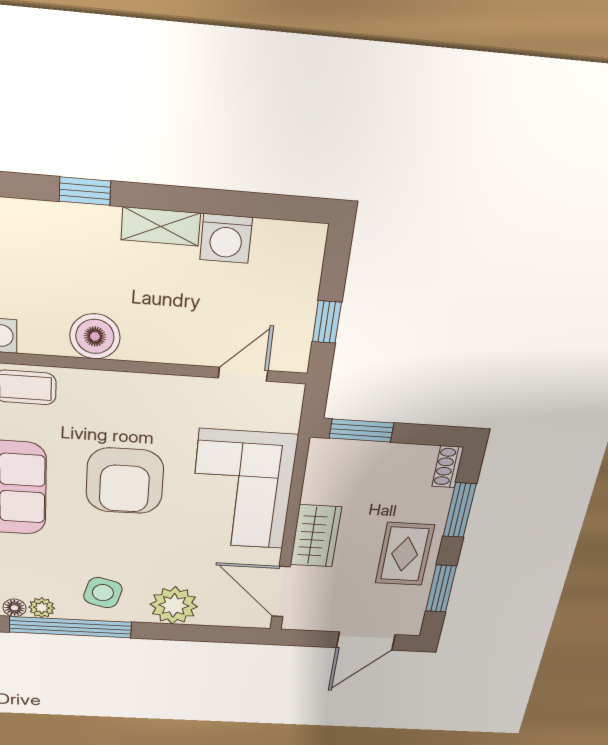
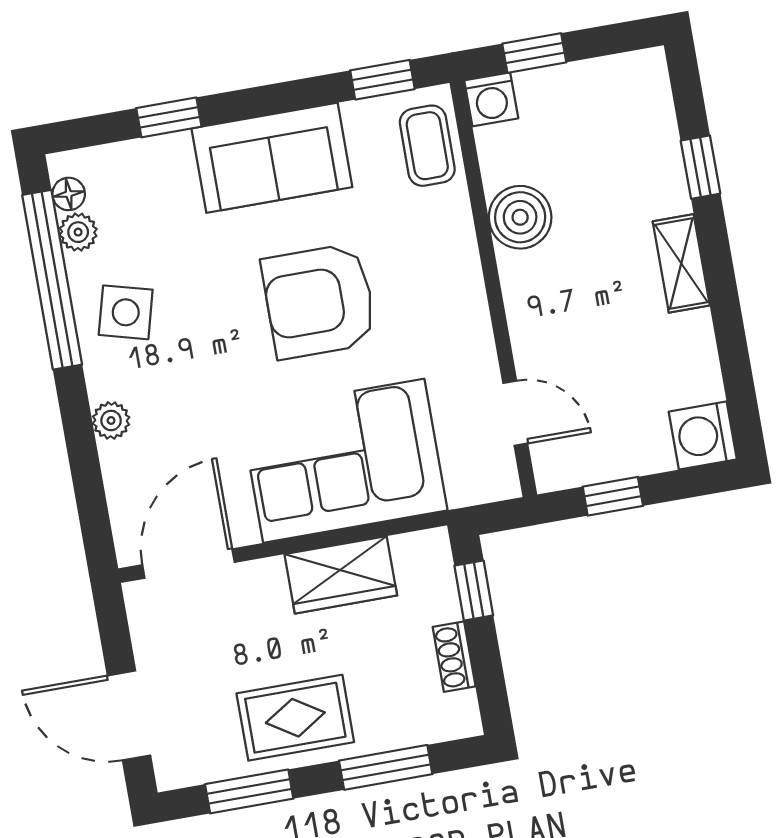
washing machine: (226, 239) -> (703, 435), moved
window: (361, 431) -> (474, 591), width x0.67
shoe rack: (448, 467) -> (454, 657), moved, turned -90
wardrobe: (316, 536) -> (341, 575), moved
plant: (174, 605) -> (111, 420), width x0.53, depth x0.53

